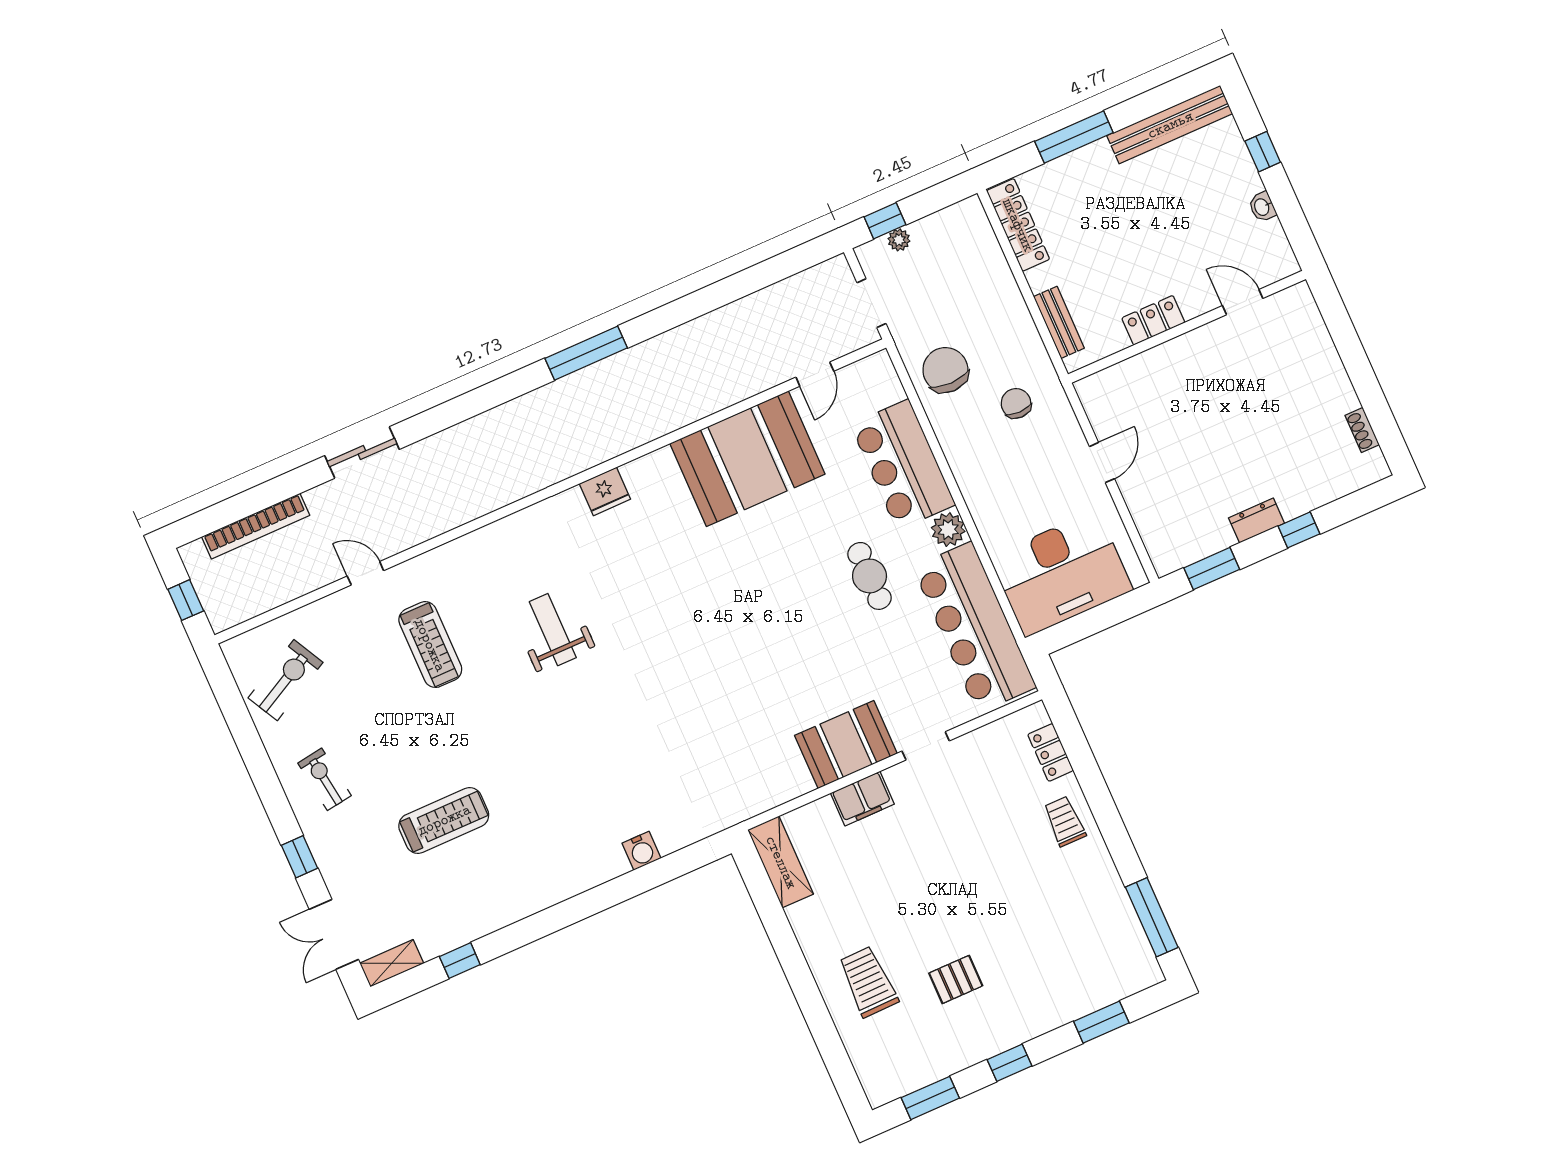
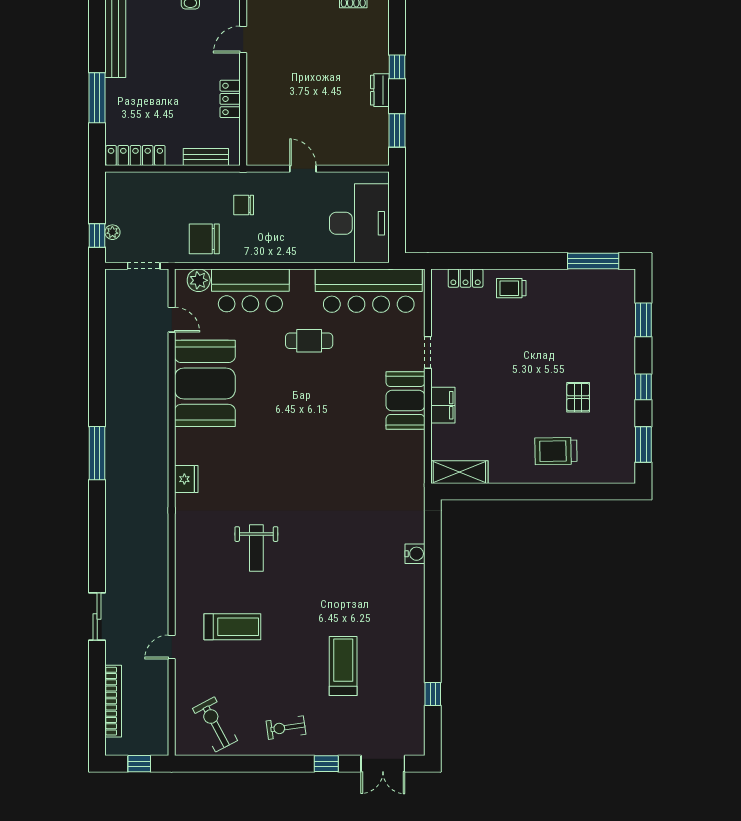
plant: (948, 530) -> (199, 280), moved
weight bench: (553, 630) -> (256, 548), turned -90
shelving: (392, 963) -> (416, 736), removed

